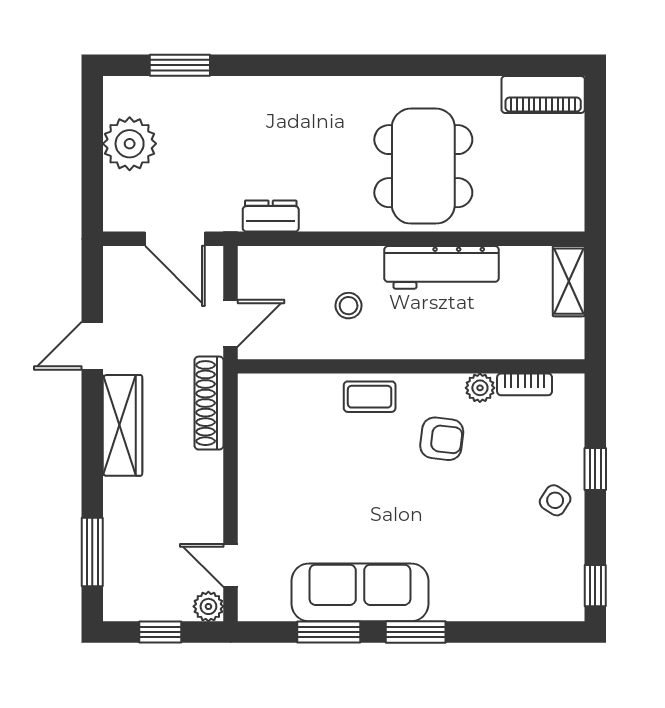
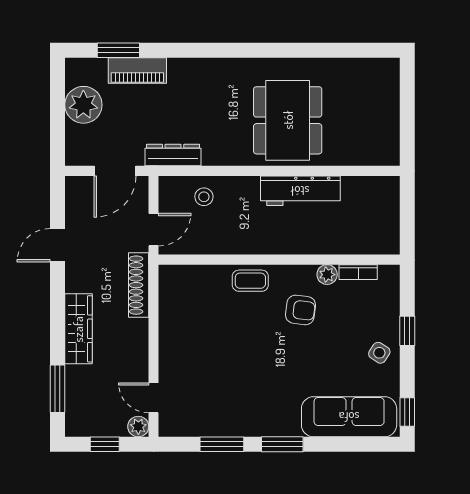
piano: (543, 94) -> (137, 71), moved
dresser: (271, 216) -> (173, 155), width x1.44
door: (175, 239) -> (115, 171), hinge flipped
shelving: (569, 281) -> (389, 200), removed
stool: (349, 306) -> (204, 197), moved
wardrobe: (122, 425) -> (78, 329), moved
sofa: (360, 592) -> (349, 417), moved

